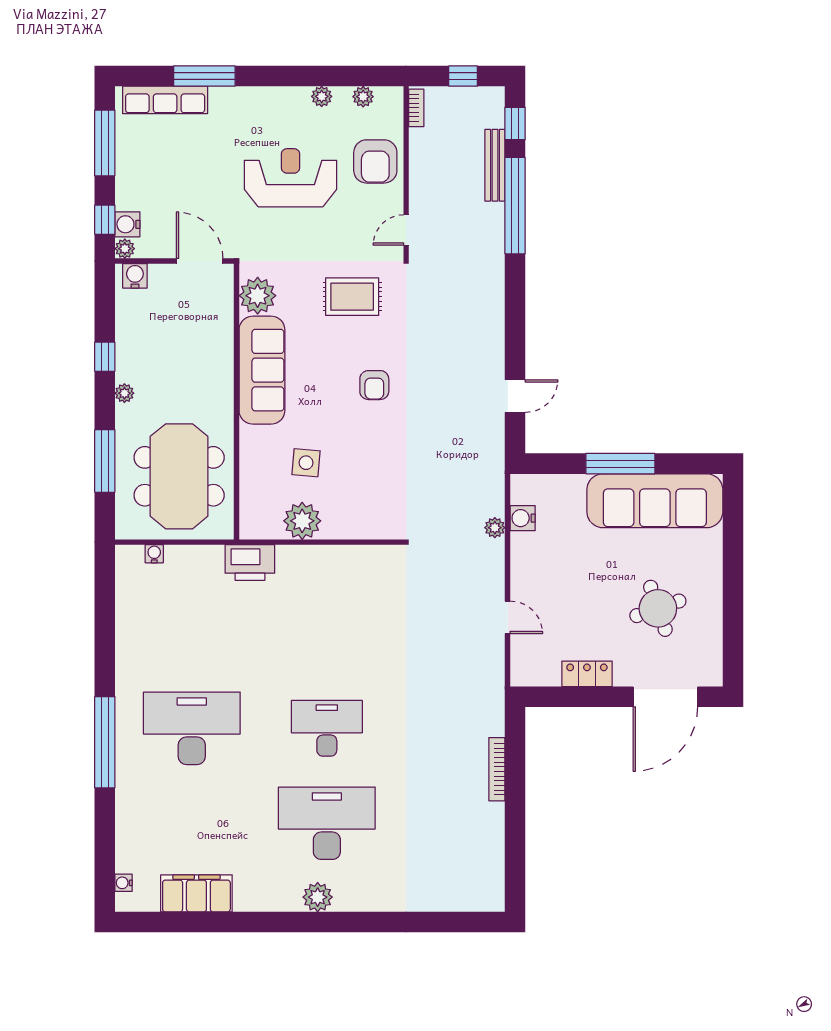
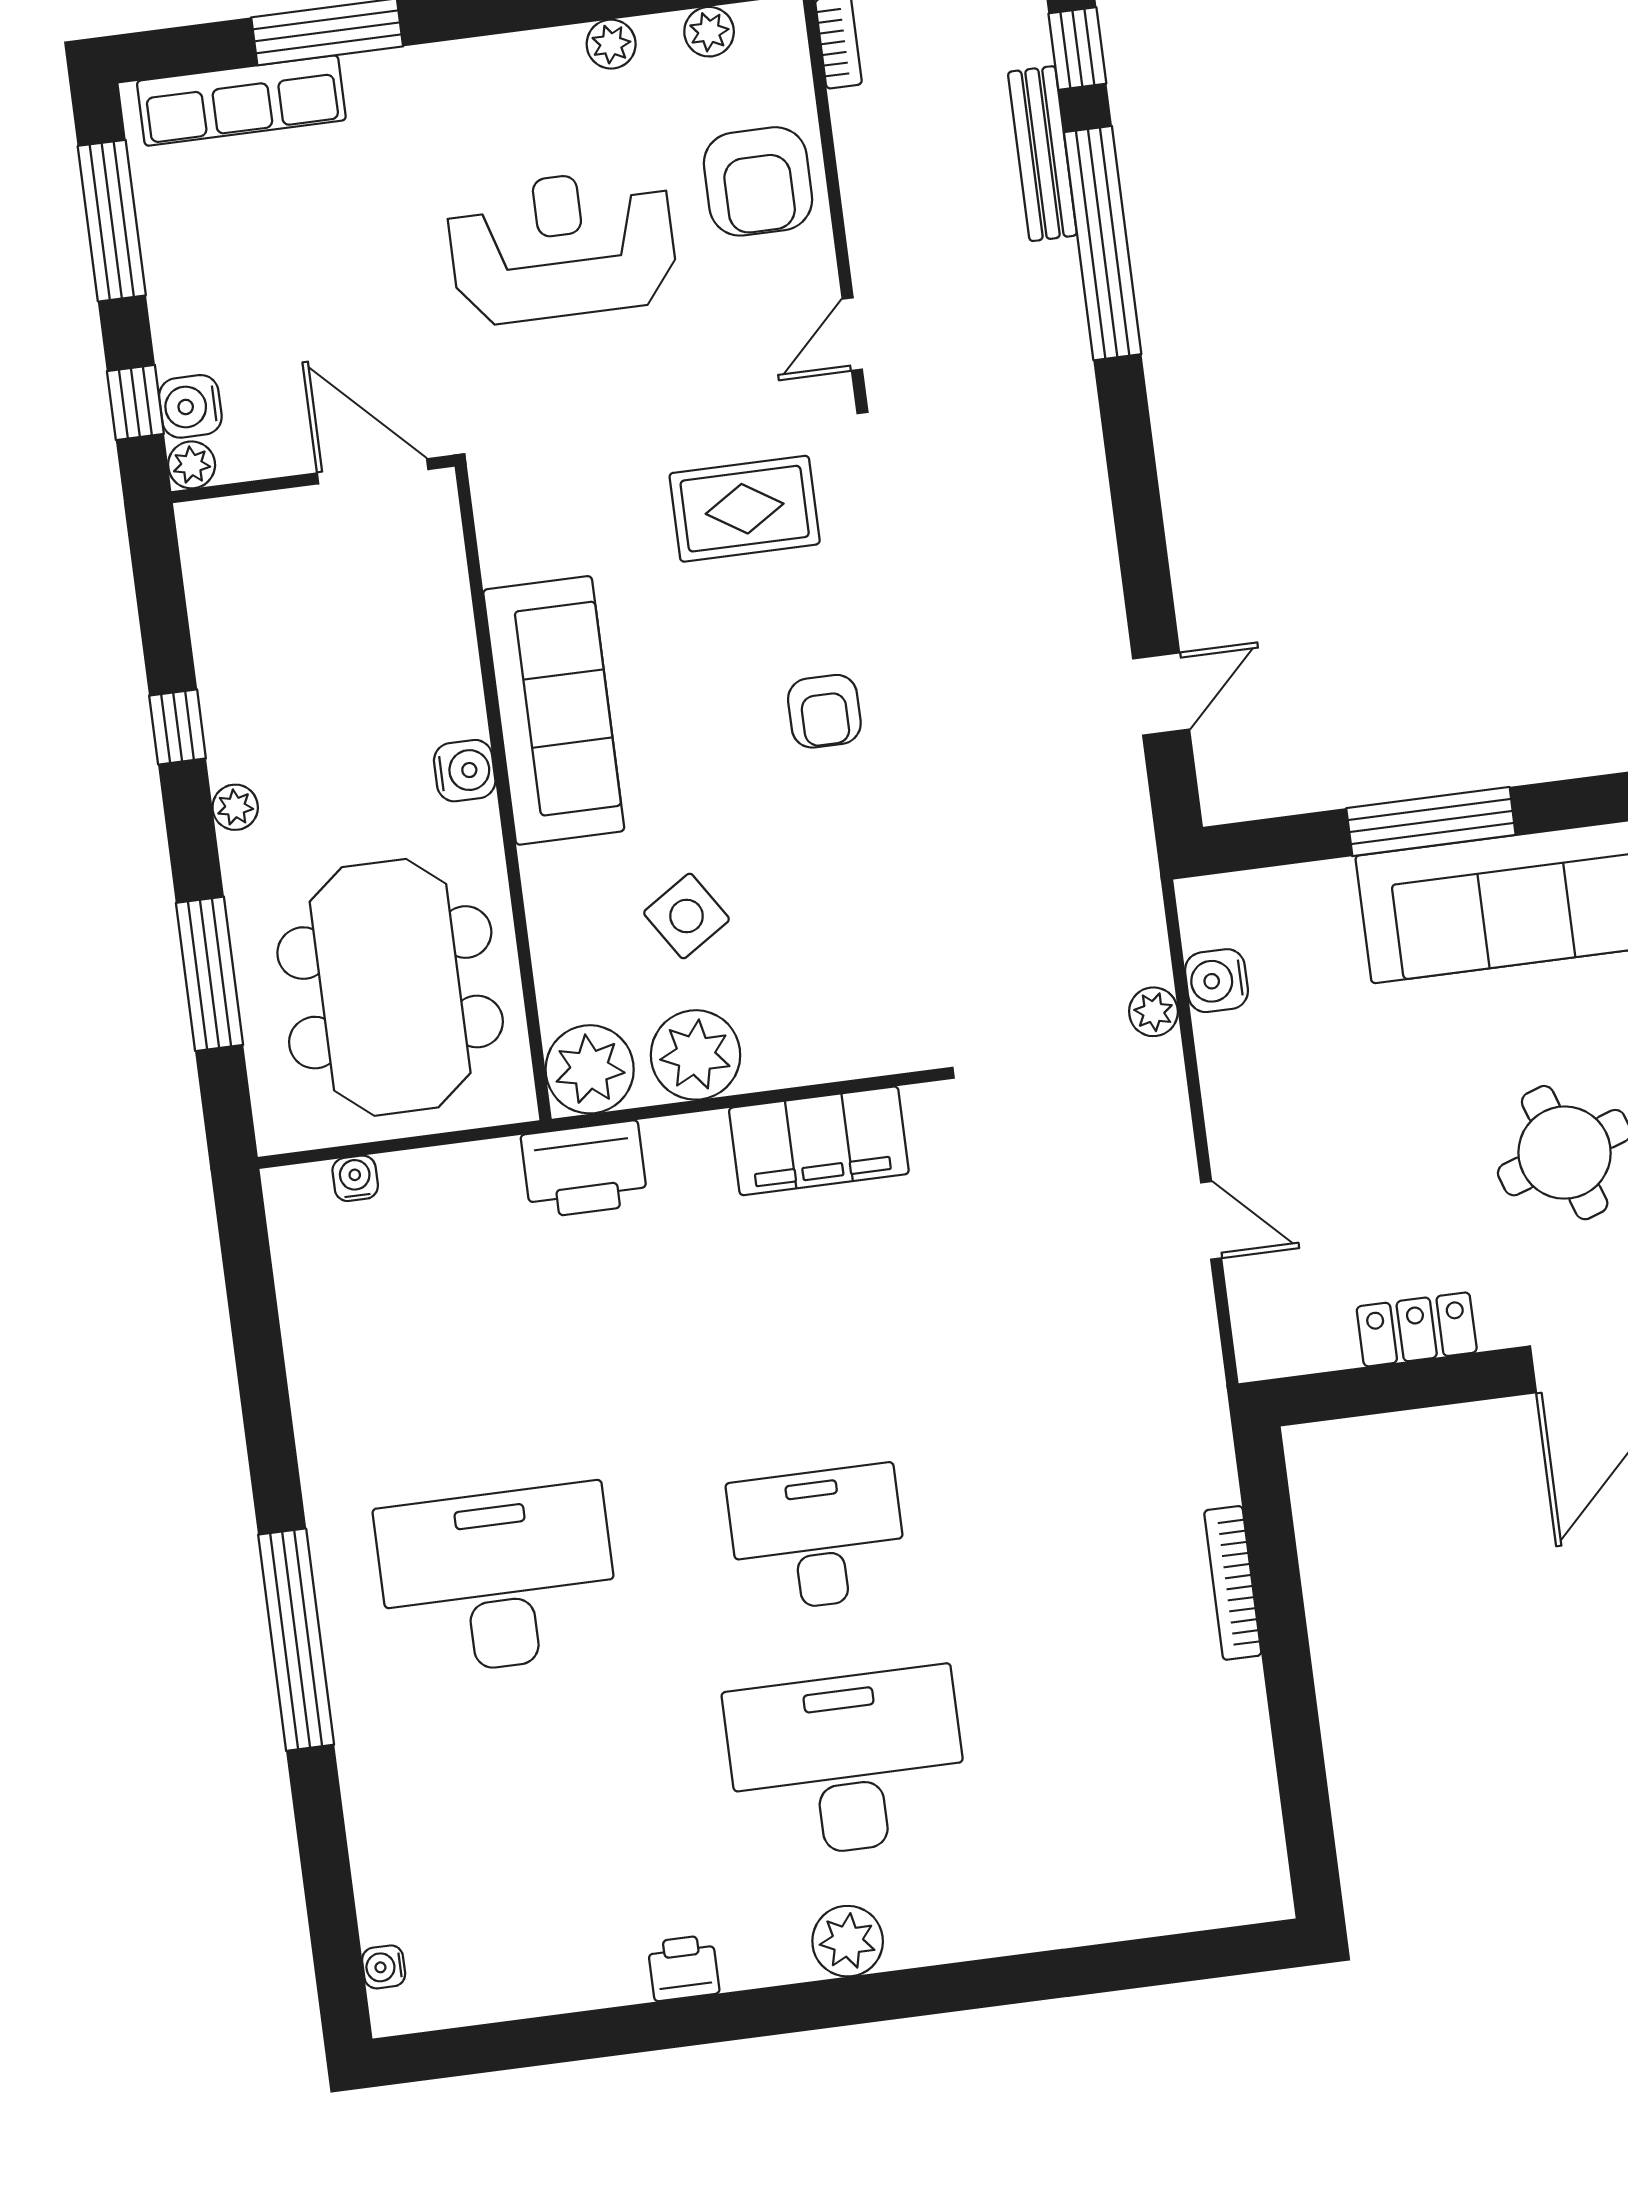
water cooler: (135, 276) -> (465, 771), moved, turned 90
plant: (258, 296) -> (590, 1069), moved
side table: (306, 463) -> (687, 916), turned -38
filing cabinet: (196, 893) -> (819, 1141), moved, turned 180
printer: (248, 899) -> (683, 1968), added

